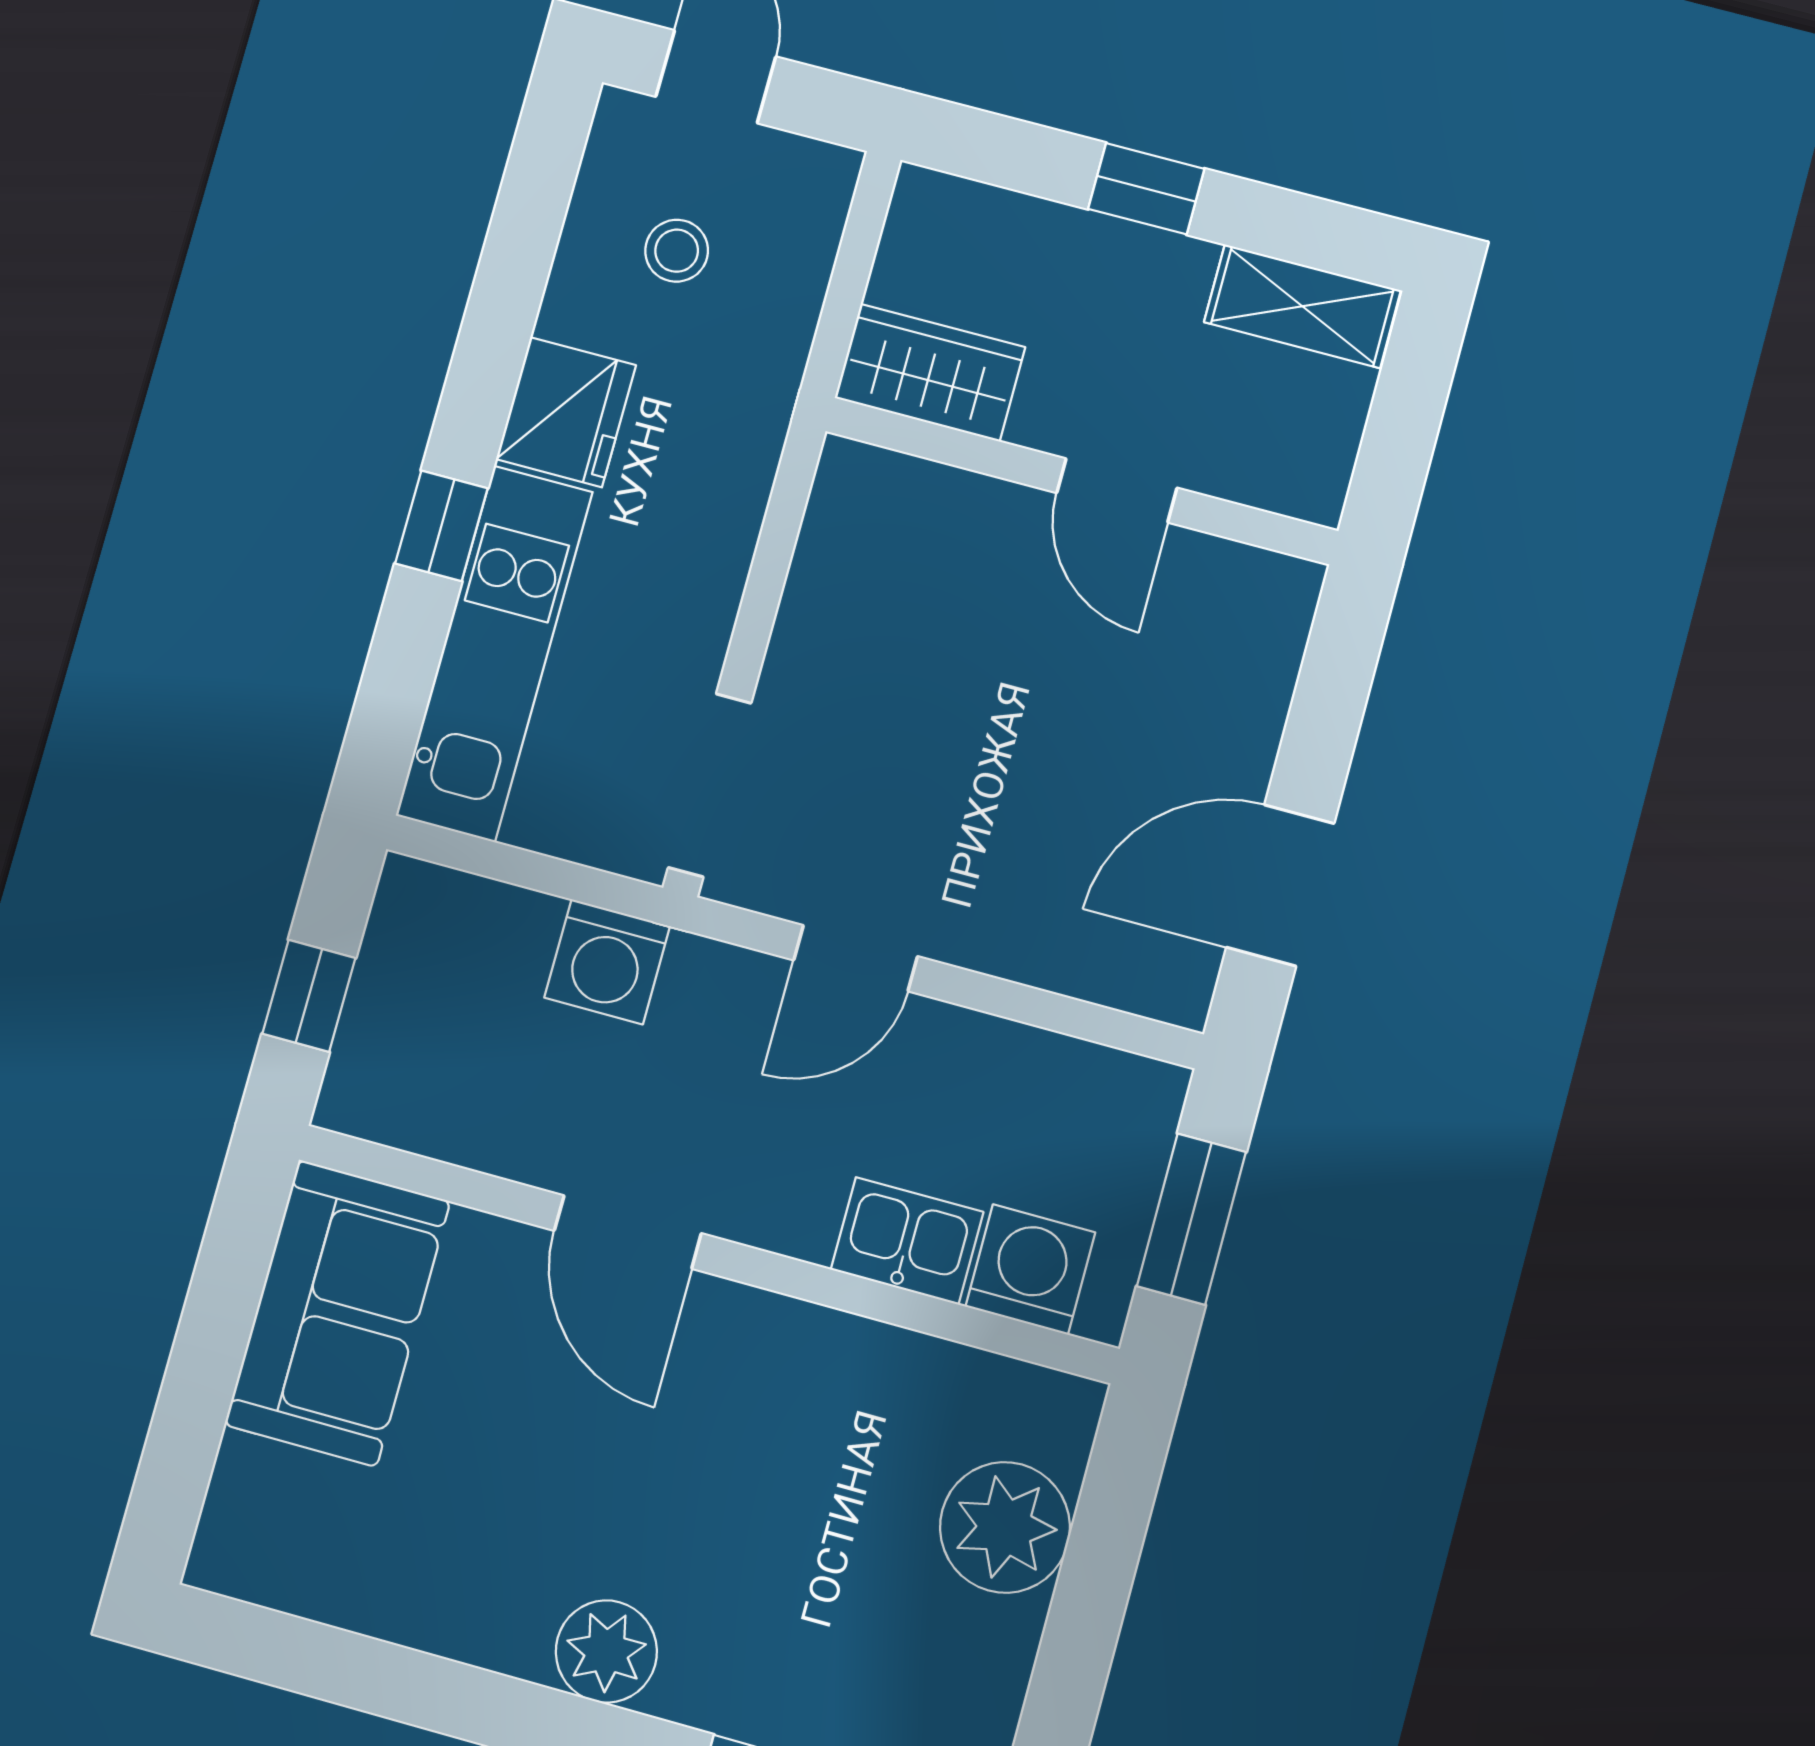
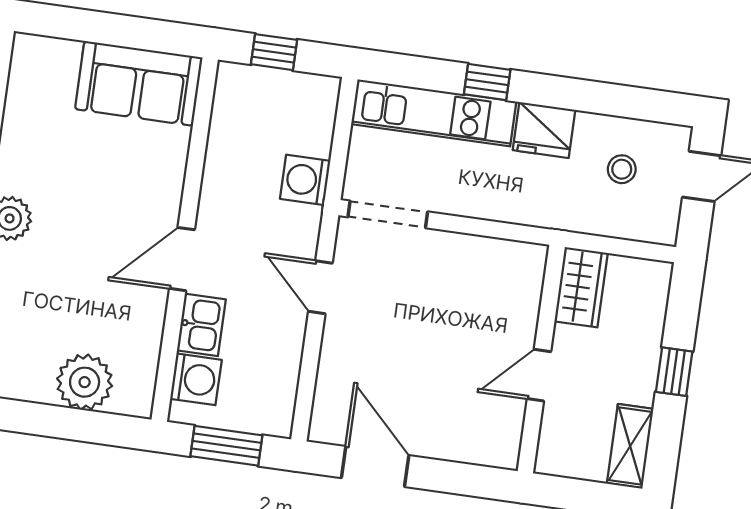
door: (628, 1232) -> (182, 259), moved

